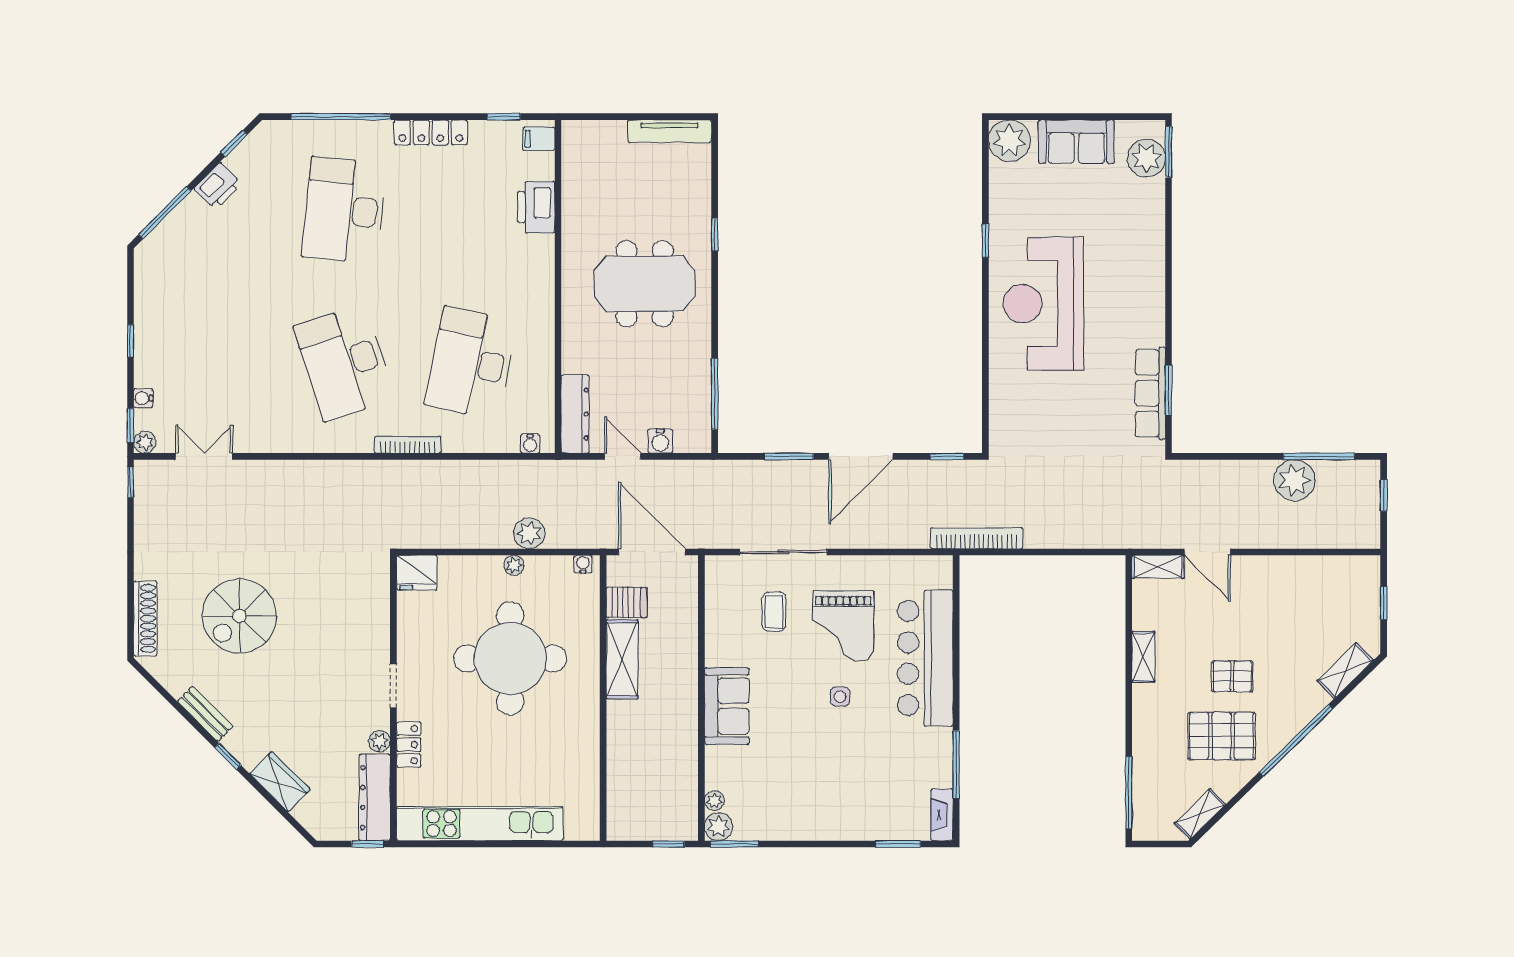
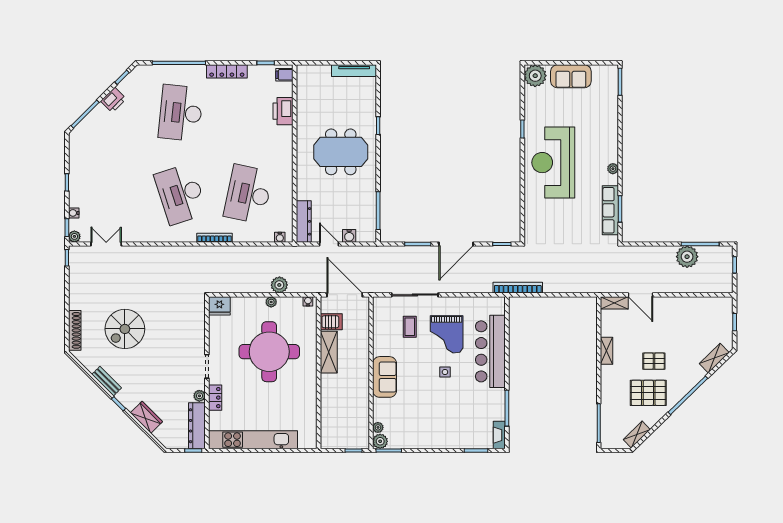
plant: (1146, 158) -> (613, 169), moved, width x0.53, depth x0.53

